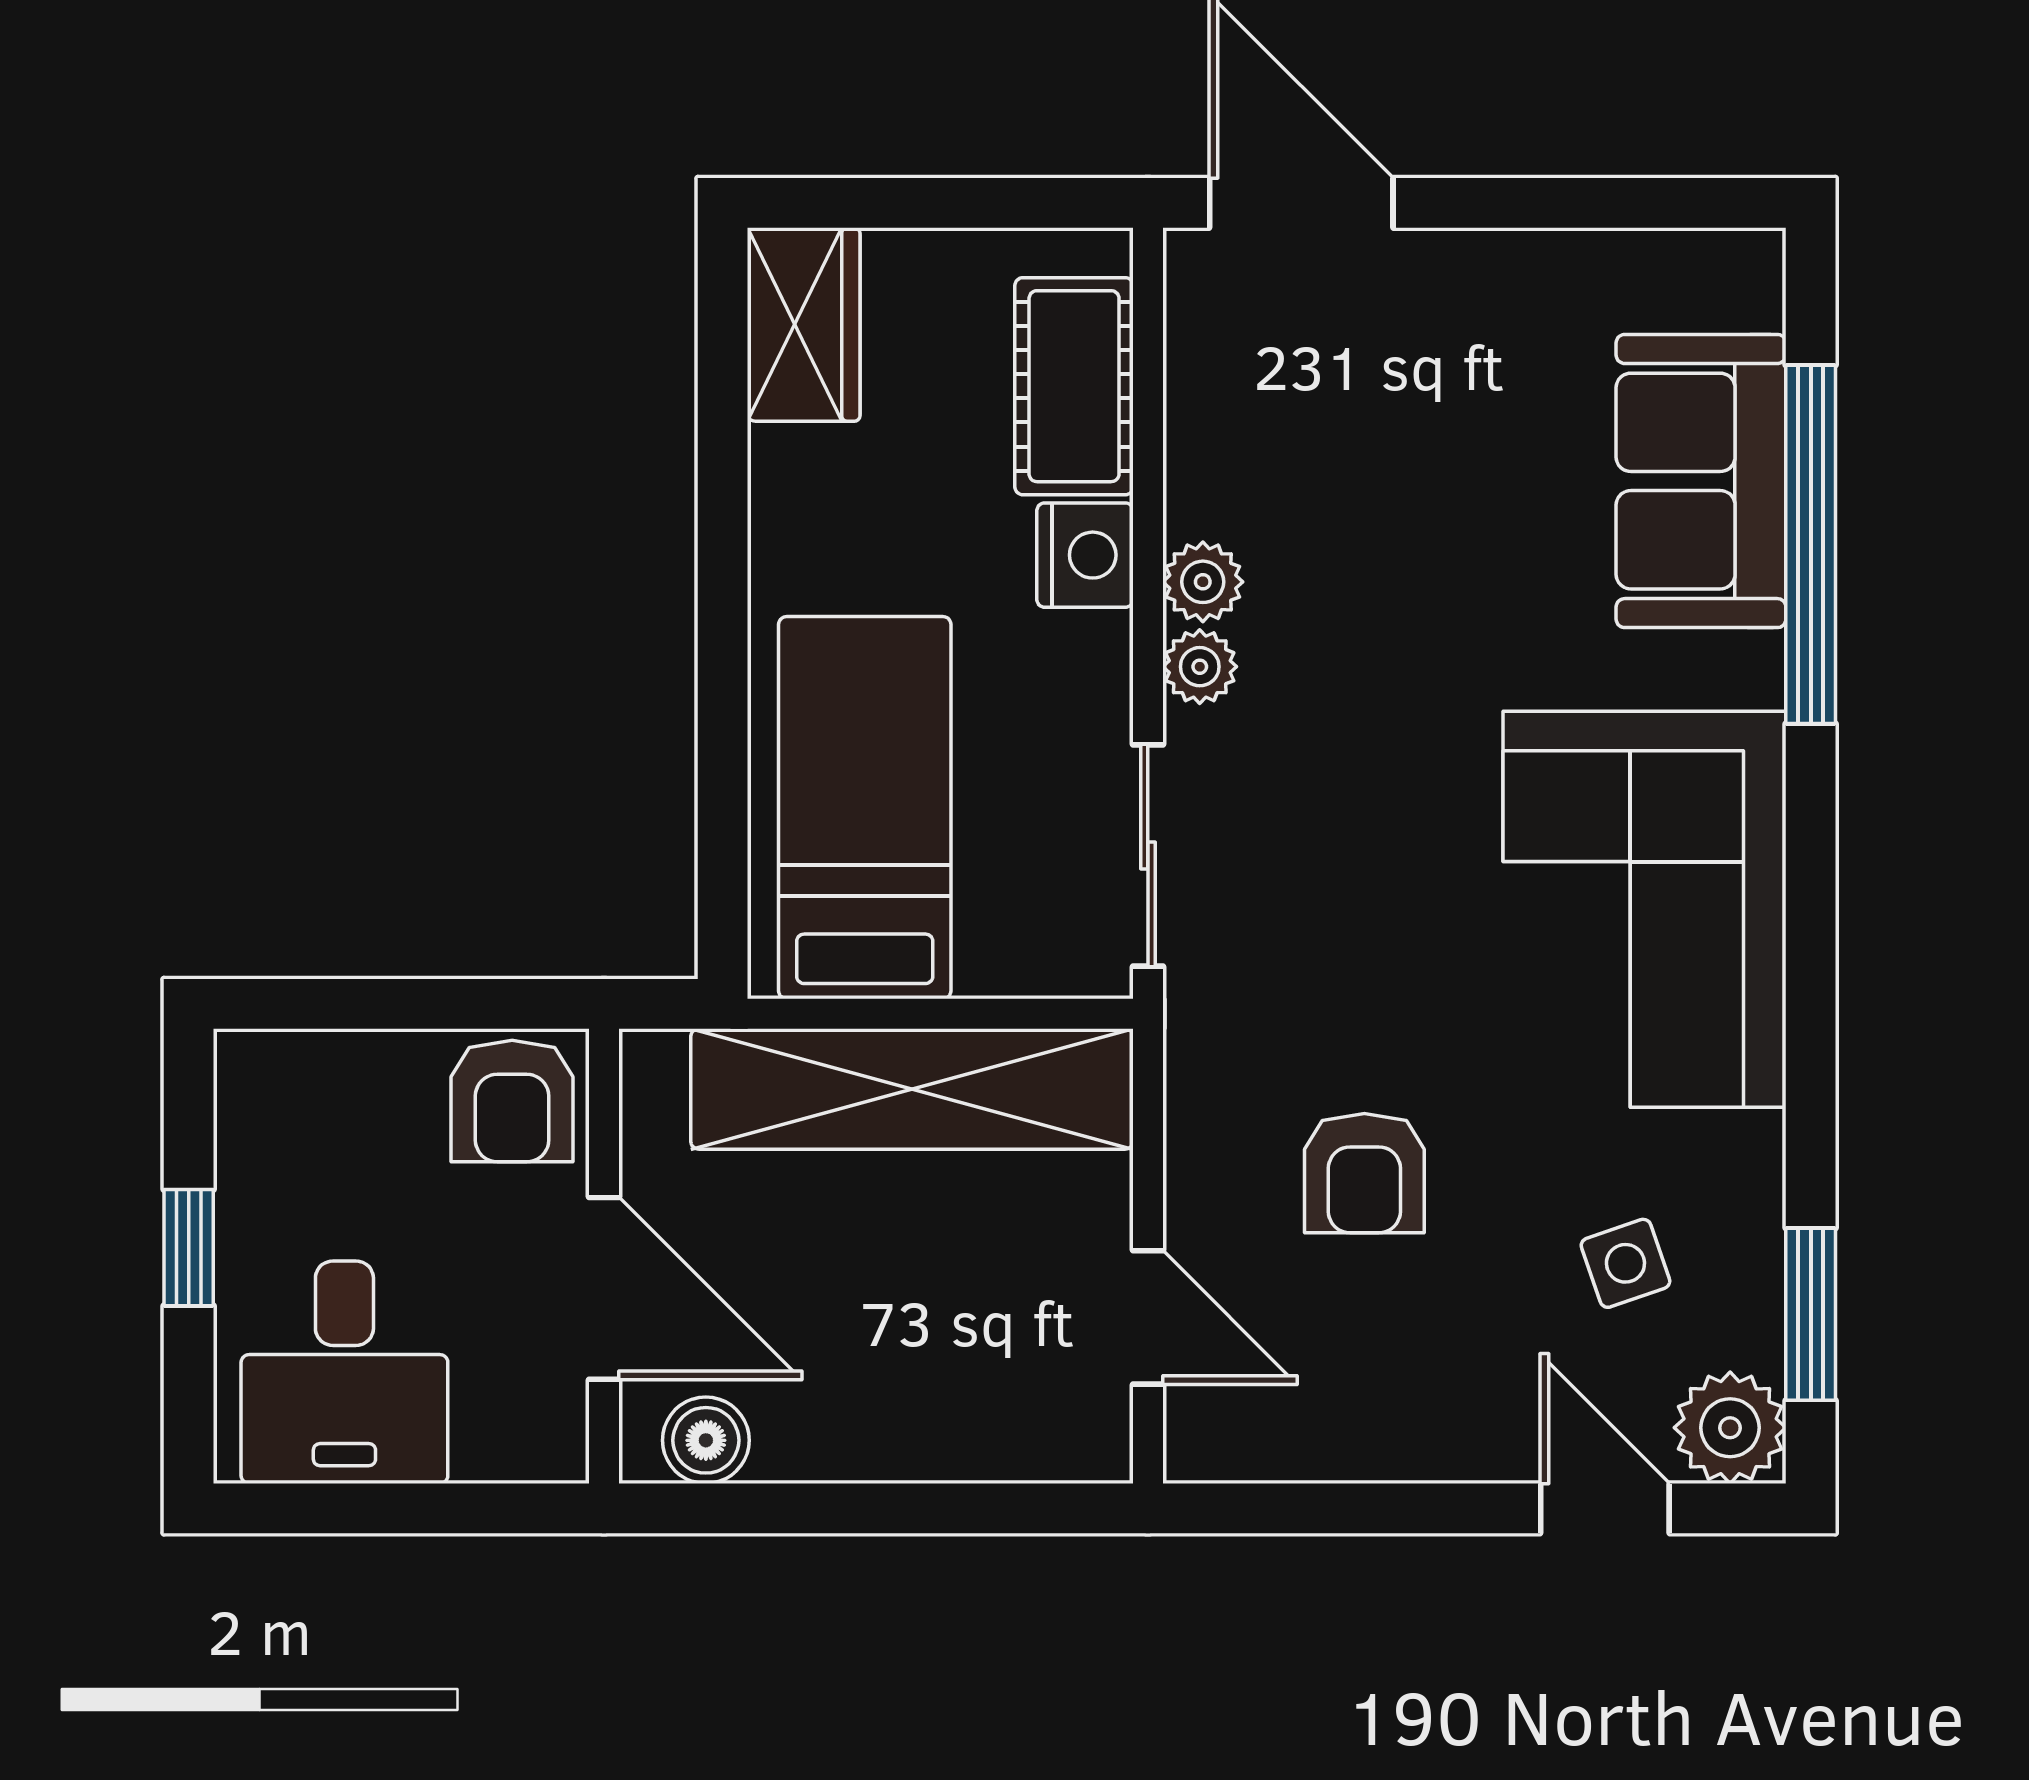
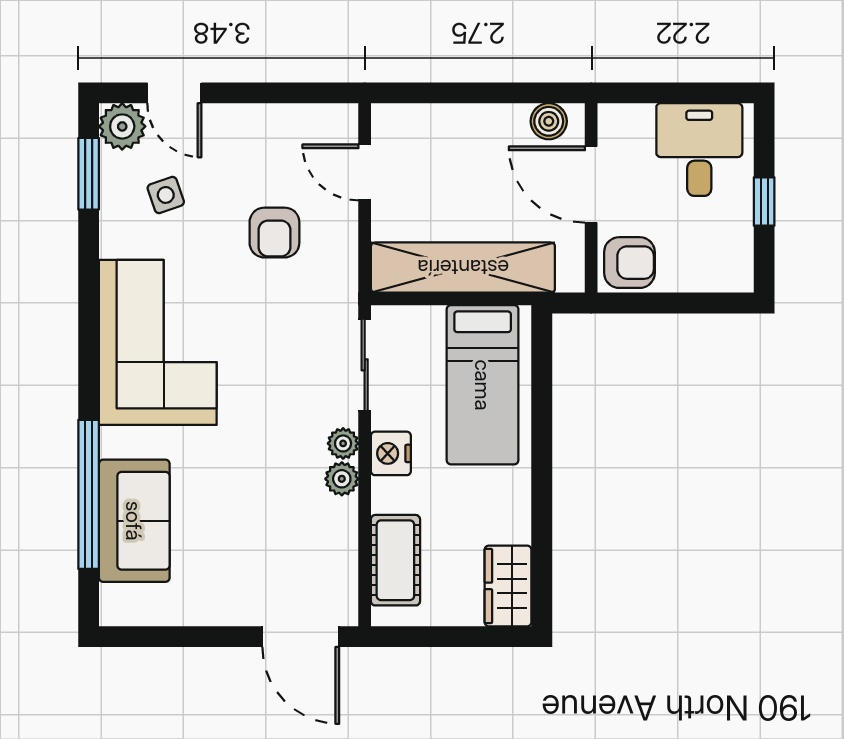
nightstand: (1085, 555) -> (391, 453), moved
armchair: (512, 1101) -> (629, 263), turned 90
armchair: (1364, 1173) -> (274, 233), turned 180

